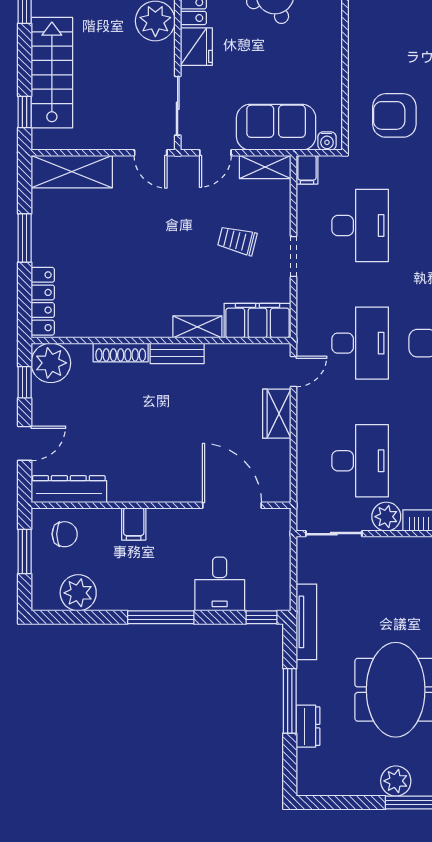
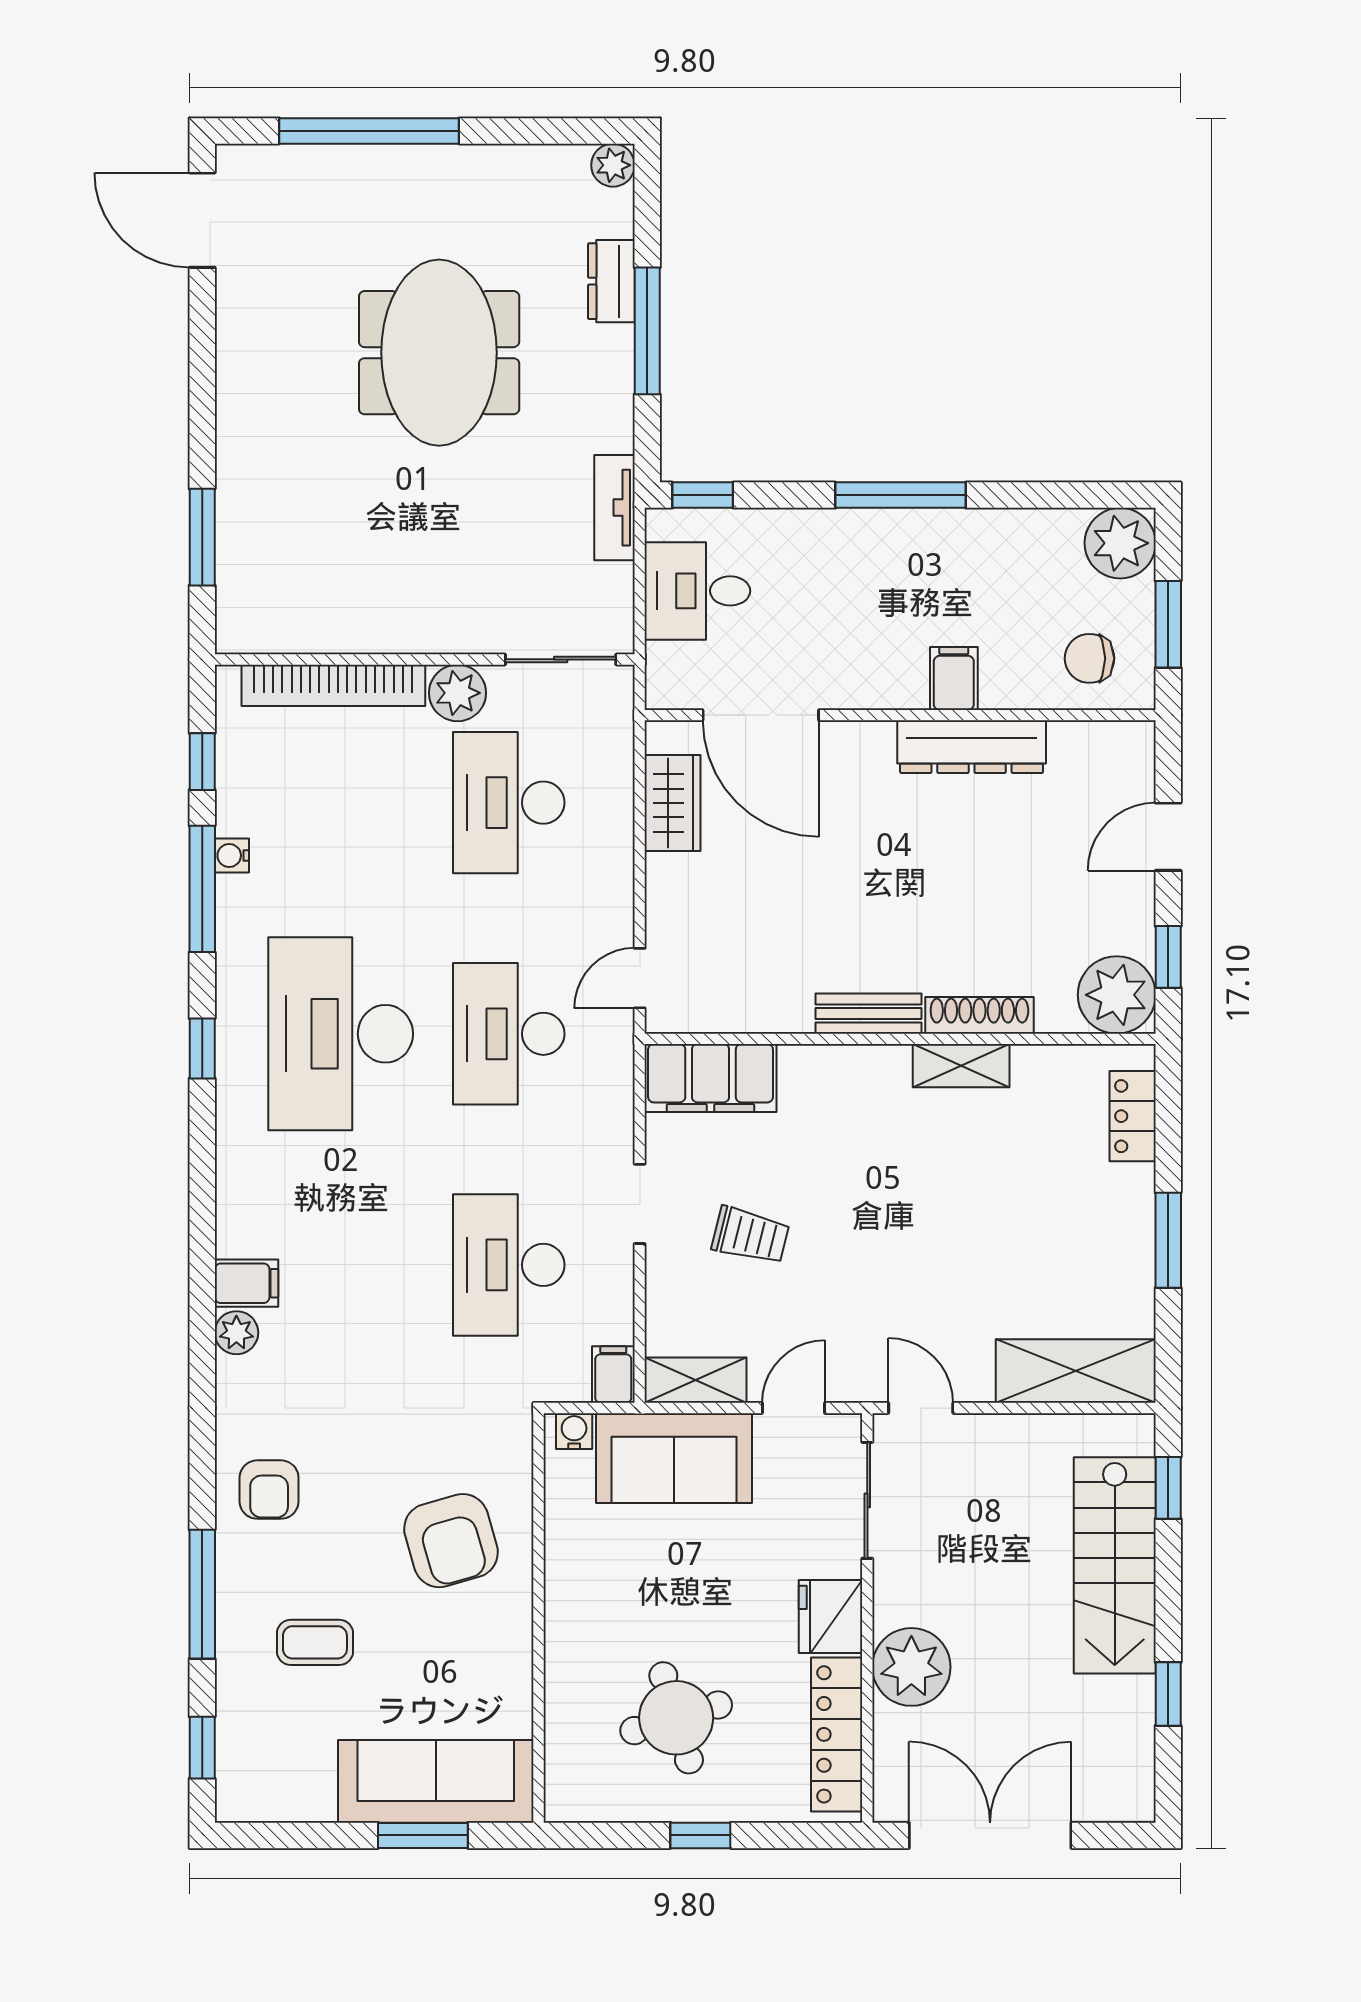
armchair: (394, 115) -> (451, 1541), moved, turned 74
locker: (43, 301) -> (1133, 1116), width x0.66
shelving: (197, 327) -> (961, 1066), moved
wardrobe: (277, 414) -> (673, 803), moved
dresser: (69, 489) -> (972, 747), moved
desk: (220, 584) -> (697, 591), moved, turned -90
plant: (78, 593) -> (1120, 543), moved
tv unit: (306, 622) -> (614, 508), width x0.71
plant: (396, 781) -> (613, 165), moved, width x0.73, depth x0.73

